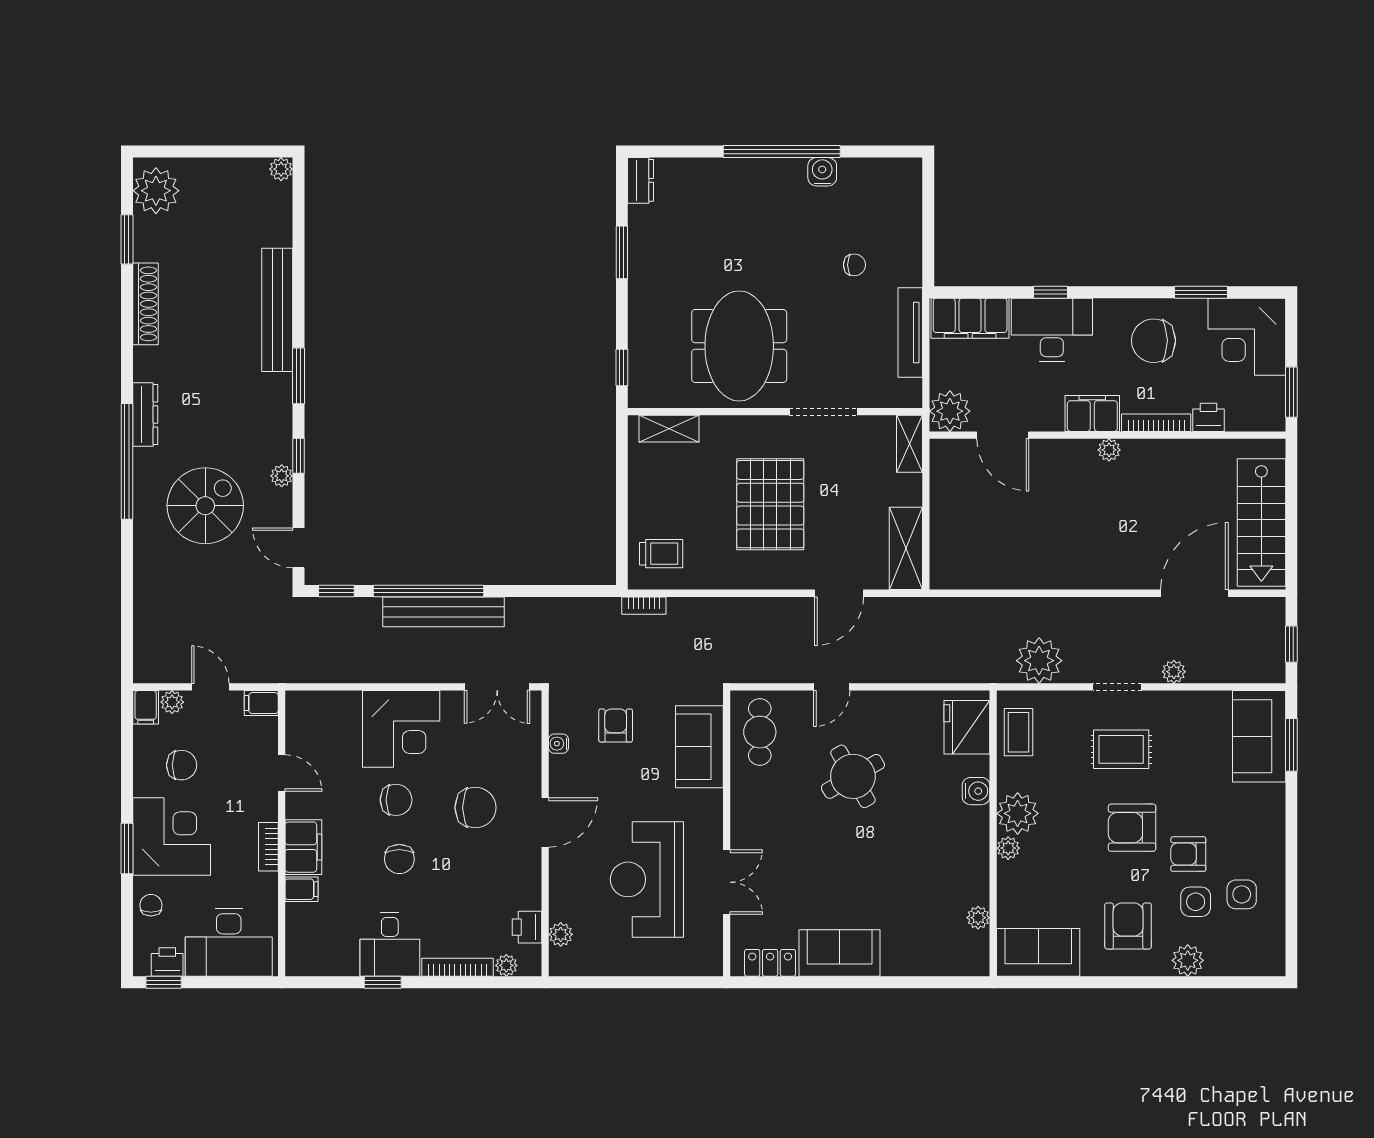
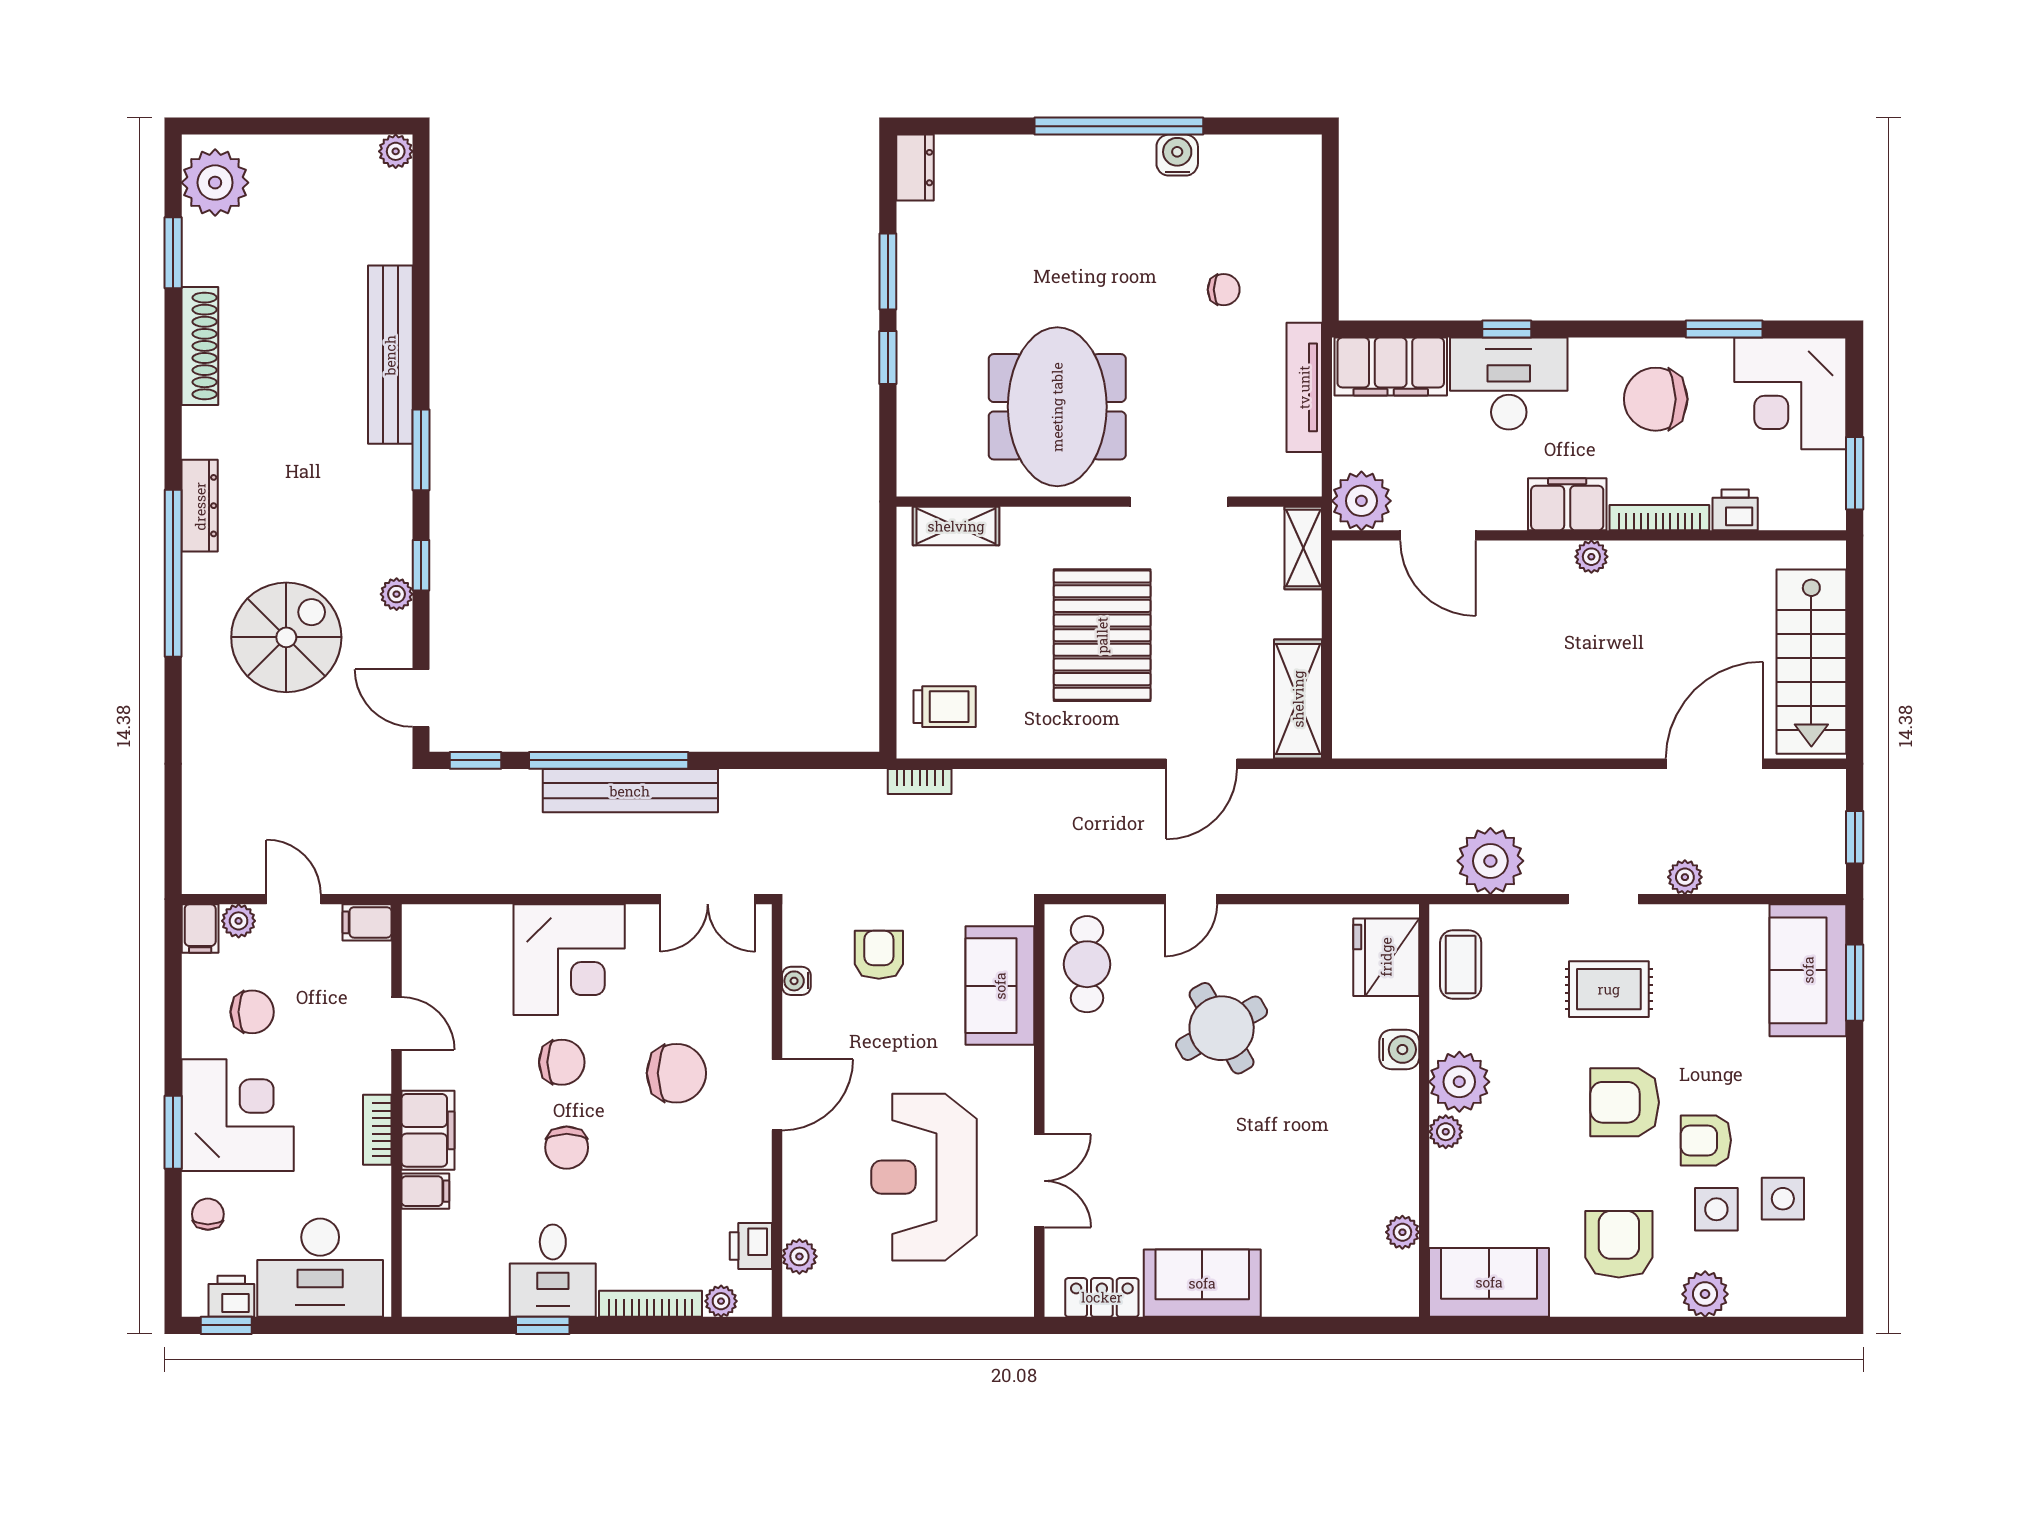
window: (622, 368) -> (888, 357), moved

